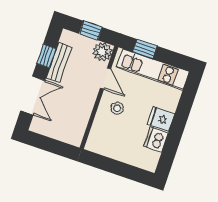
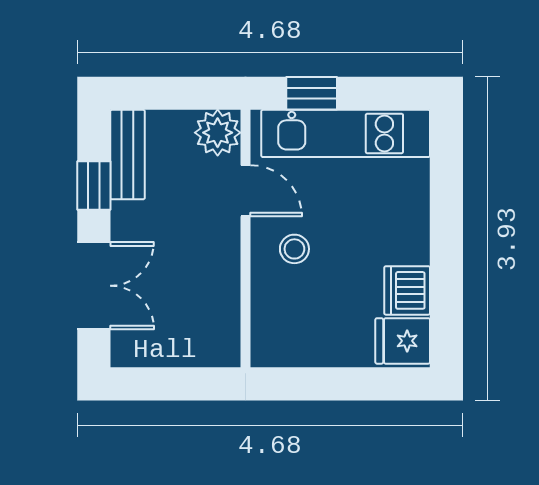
window: (91, 30) -> (175, 93), removed
bench: (59, 62) -> (128, 155), moved
fridge: (161, 119) -> (403, 341), moved

